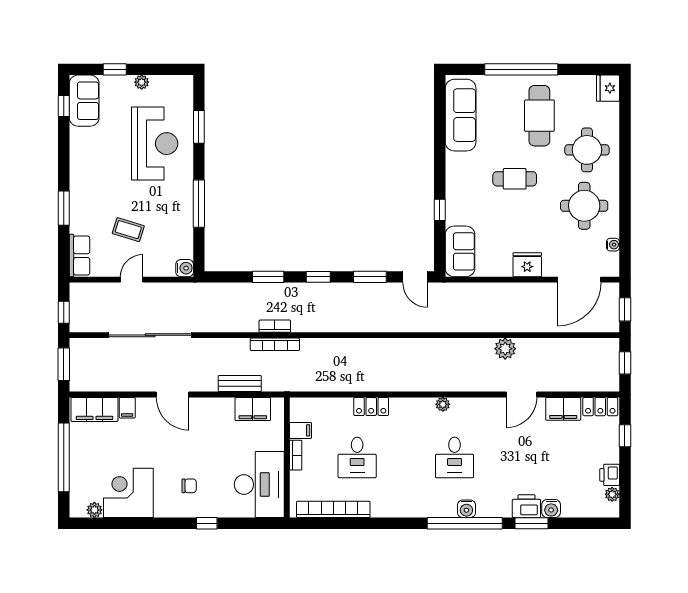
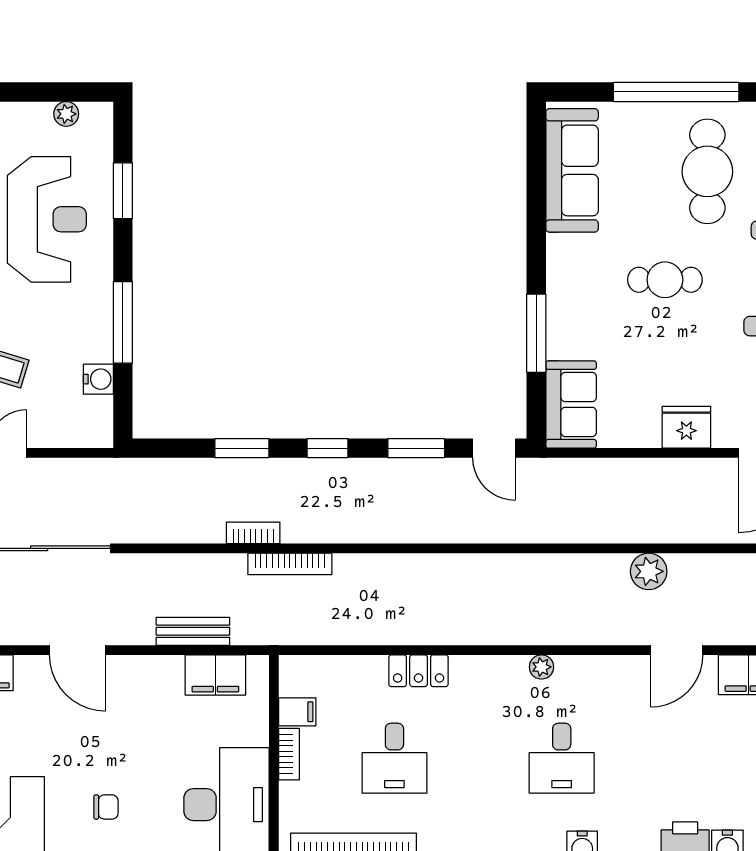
plant: (142, 82) -> (66, 114), moved
window: (440, 210) -> (536, 333), width x2.17
water cooler: (185, 268) -> (98, 379), moved
bookcase: (275, 344) -> (290, 564), moved

